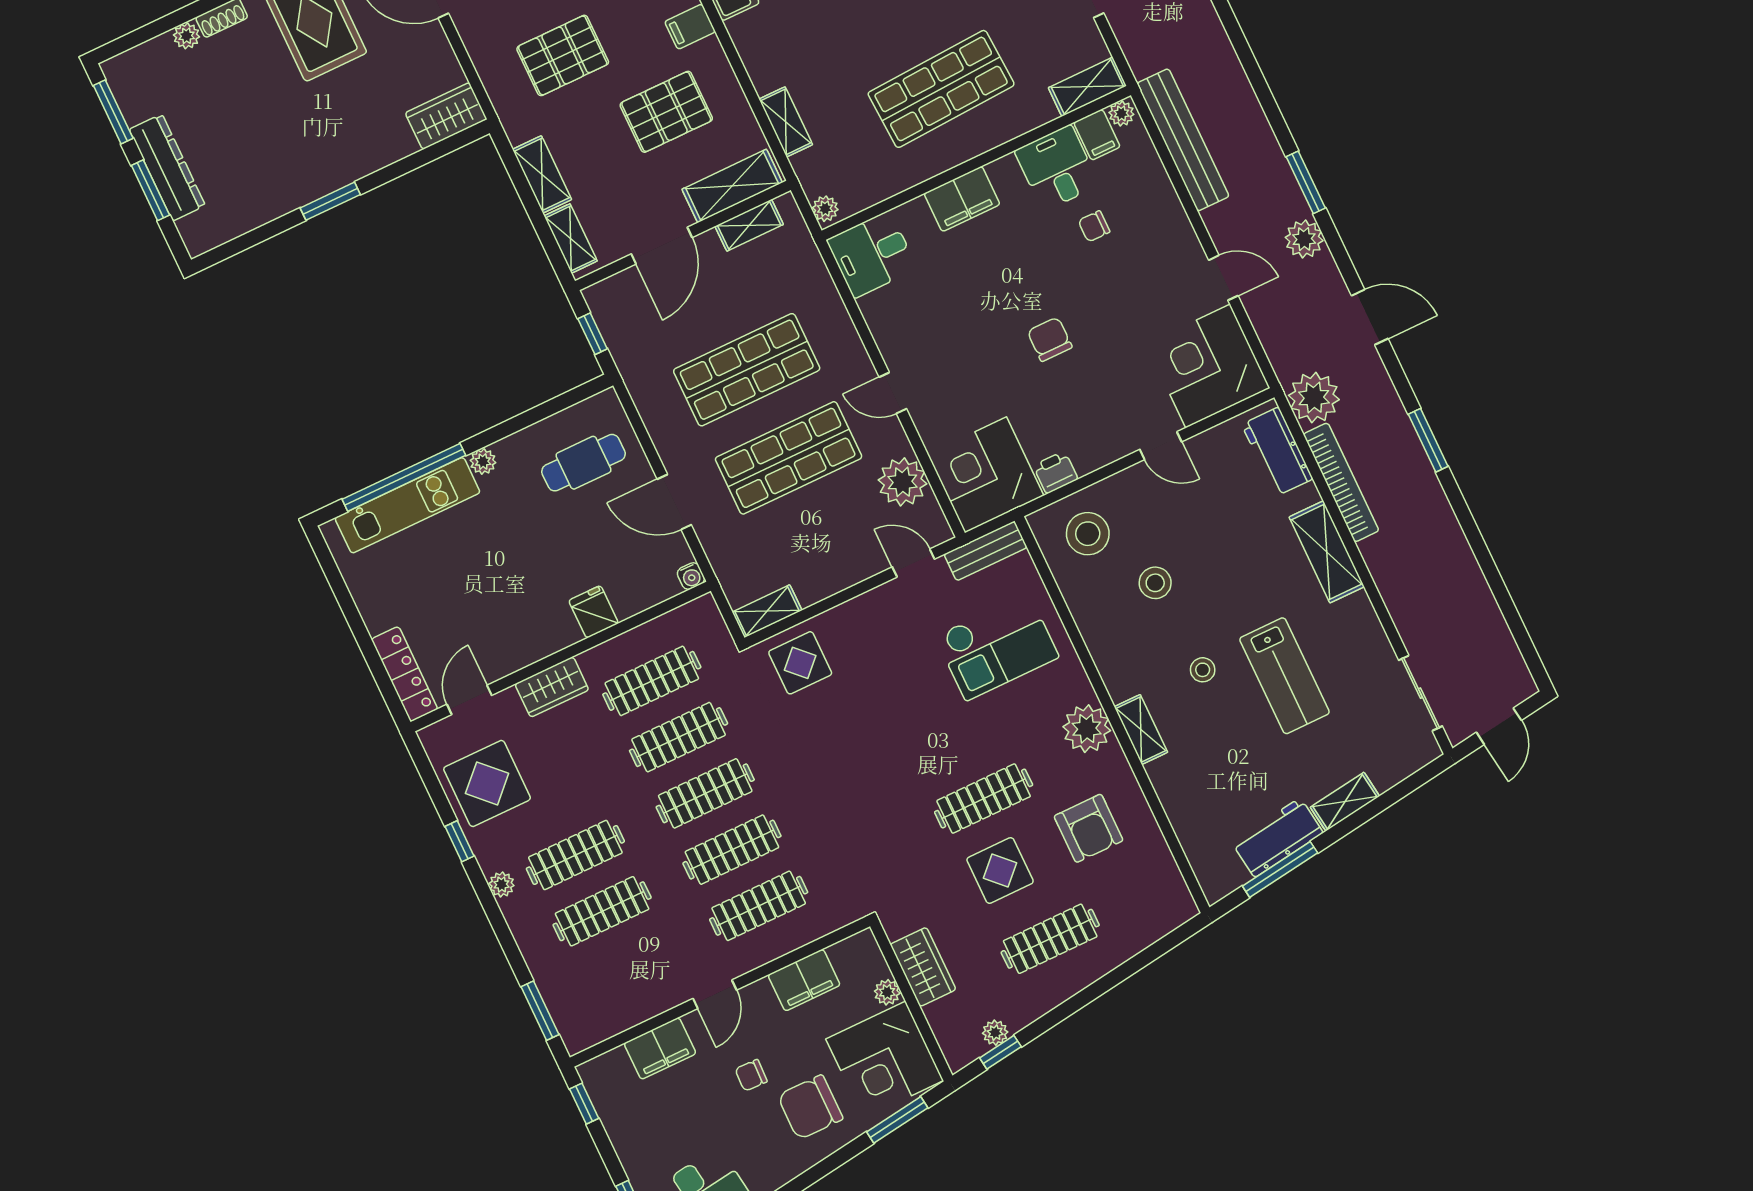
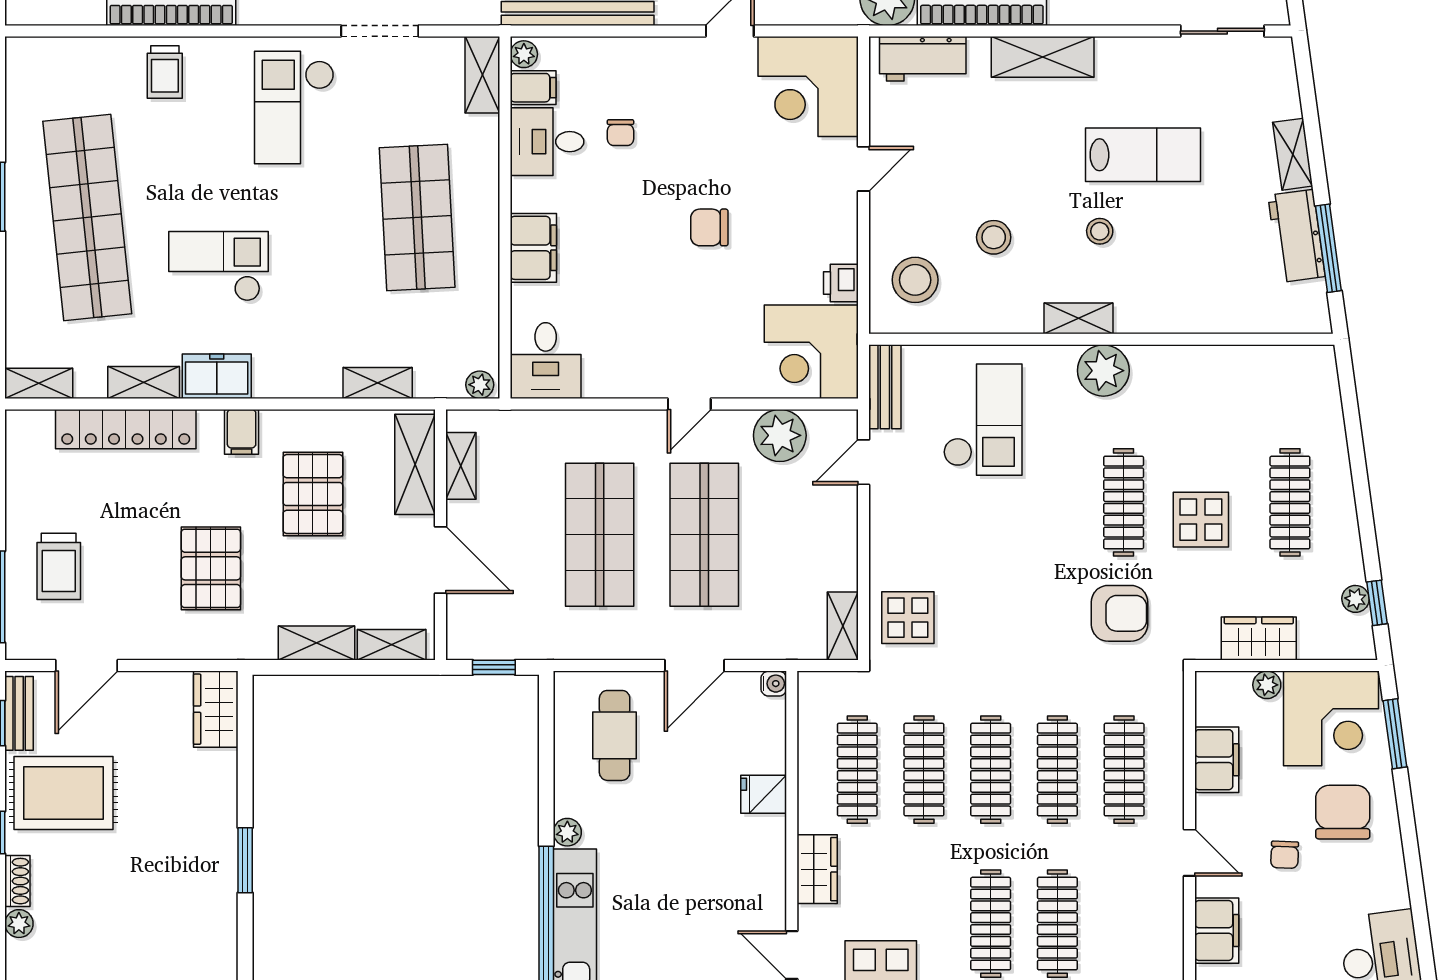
shelving: (1141, 730) -> (1079, 318), moved
armchair: (1089, 828) -> (1119, 613), moved
chair: (810, 1107) -> (1343, 812), turned 180

